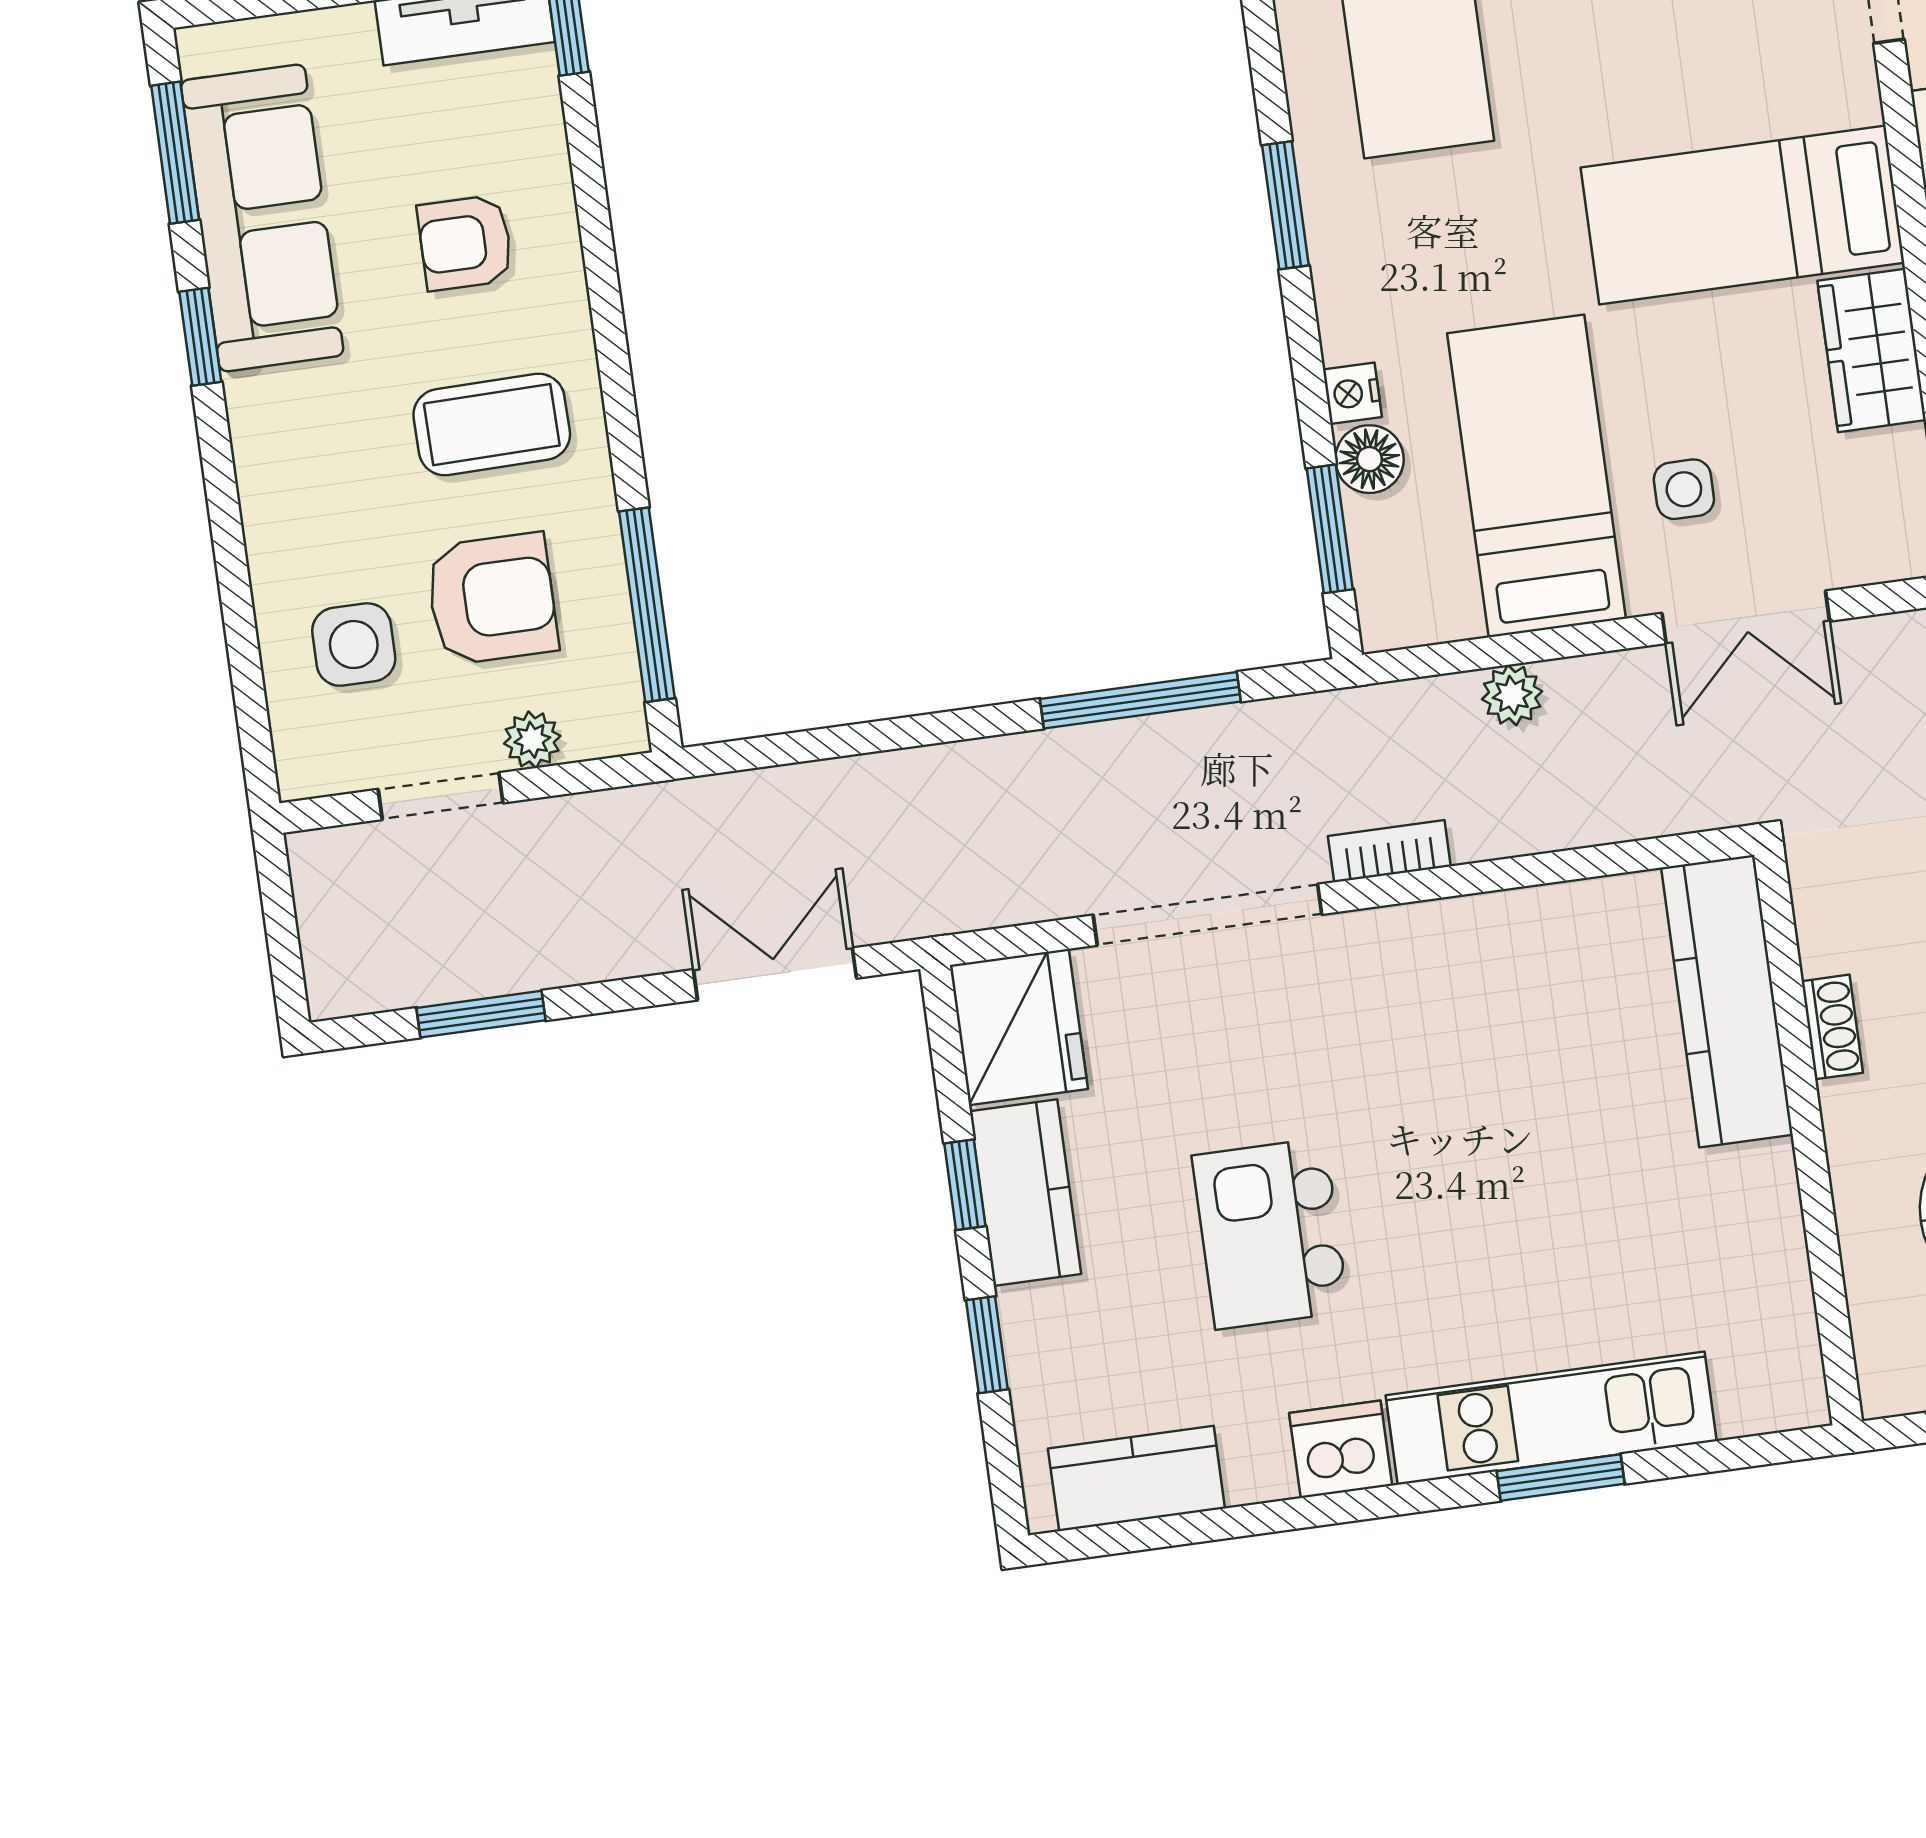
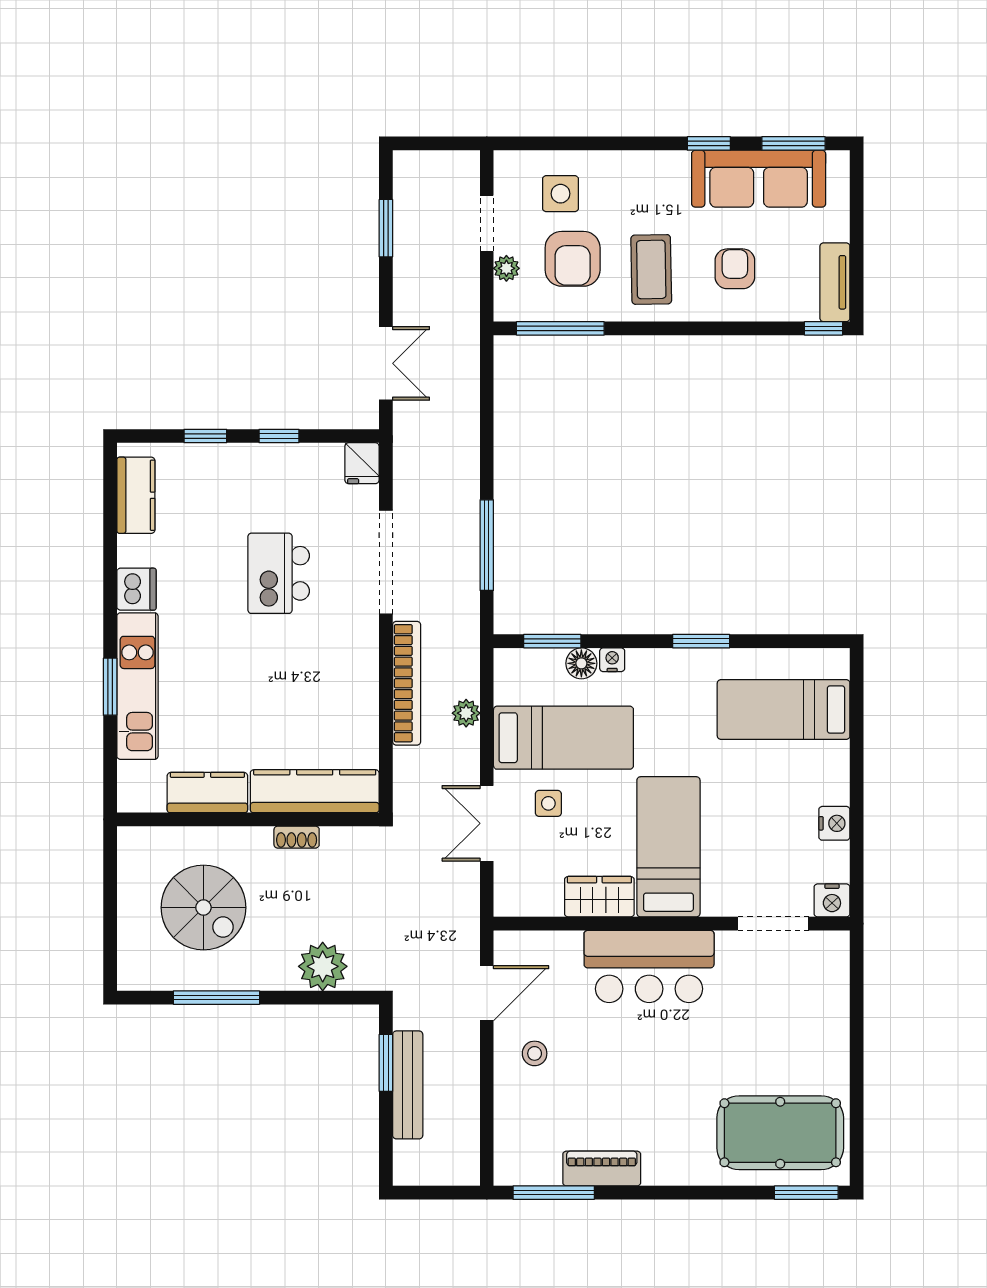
bookcase: (1389, 851) -> (407, 683), width x2.31, depth x1.31
fridge: (1019, 1027) -> (362, 463), width x0.53, depth x0.75
kitchen counter: (1025, 1193) -> (207, 793), moved, turned 180
kitchen island: (1270, 1234) -> (279, 573), moved, turned -90

